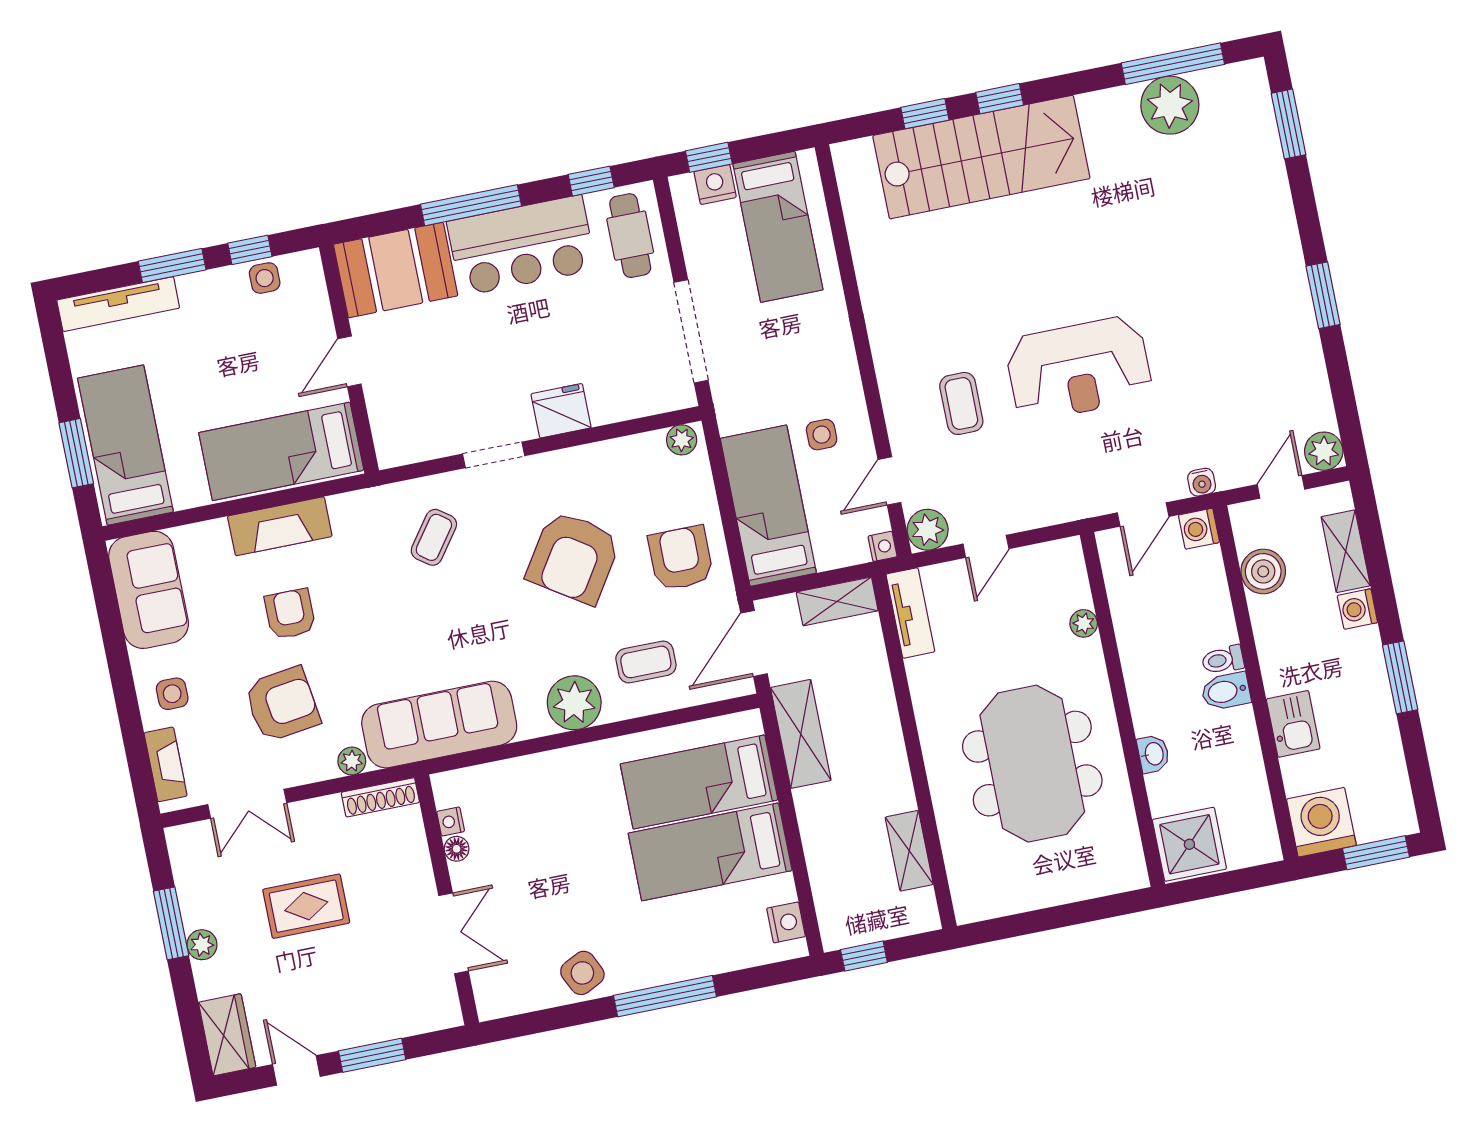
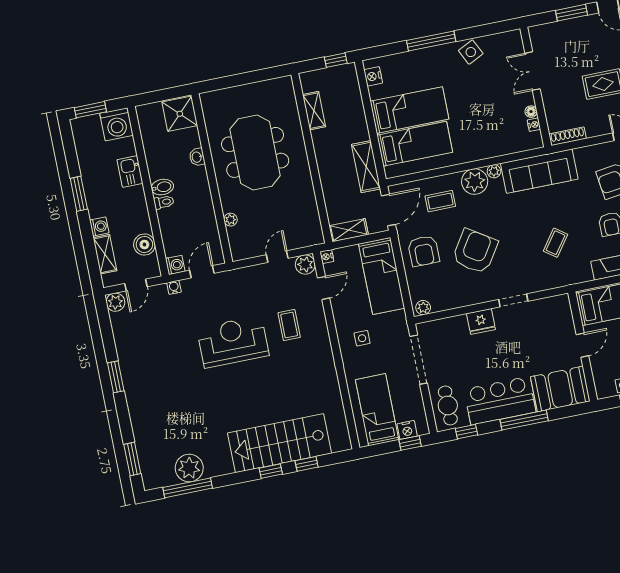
side table: (822, 435) -> (362, 338), moved
coffee table: (434, 537) -> (555, 243), moved
tv unit: (910, 613) -> (314, 225), removed
plant: (352, 761) -> (494, 171), moved

